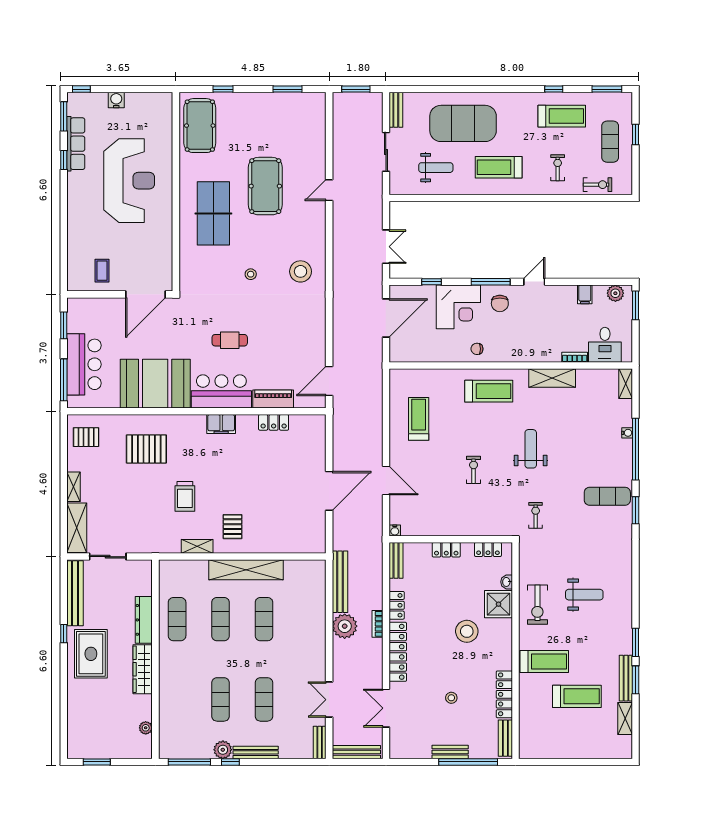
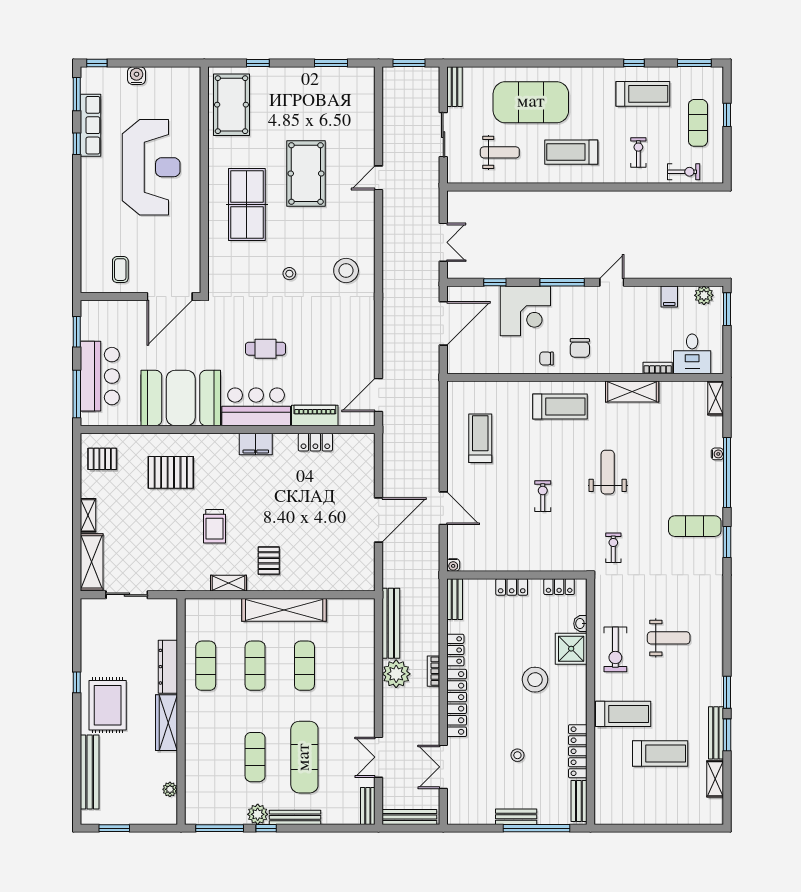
chair: (500, 303) -> (580, 348), moved
bench: (75, 593) -> (90, 772), moved
exercise mat: (264, 699) -> (304, 757), width x1.36, depth x1.45

